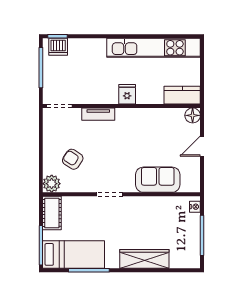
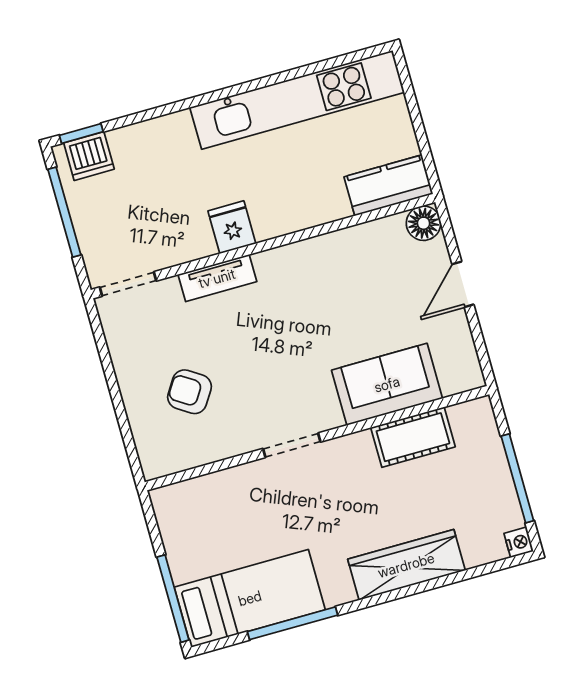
fridge: (127, 94) -> (232, 227), moved
plant: (52, 184) -> (158, 458), removed
nightstand: (195, 207) -> (519, 542), moved
cot: (52, 213) -> (413, 437), moved, turned 90

